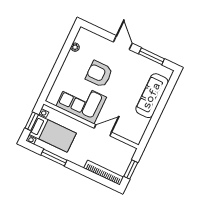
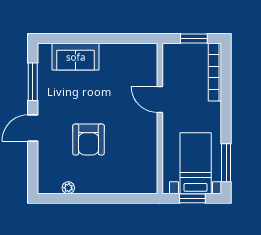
sofa: (152, 96) -> (76, 57), width x0.73
corner sofa: (81, 102) -> (136, 146), removed
window: (54, 158) -> (226, 163), moved

